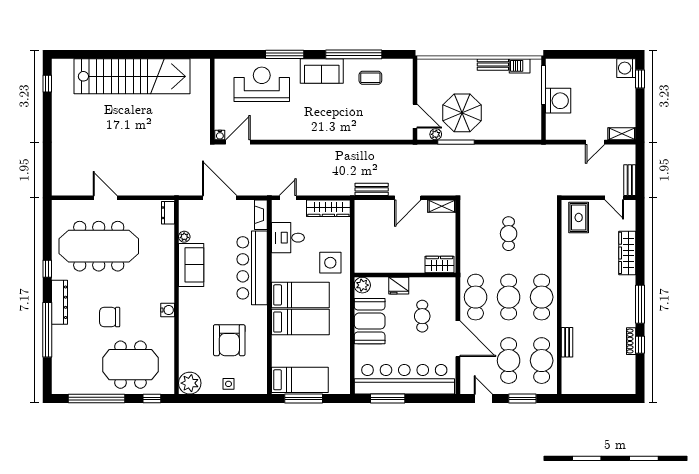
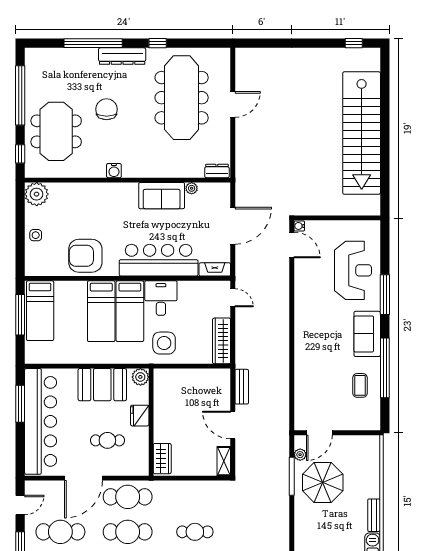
desk: (288, 238) -> (161, 298), moved
armchair: (229, 340) -> (85, 256), moved

